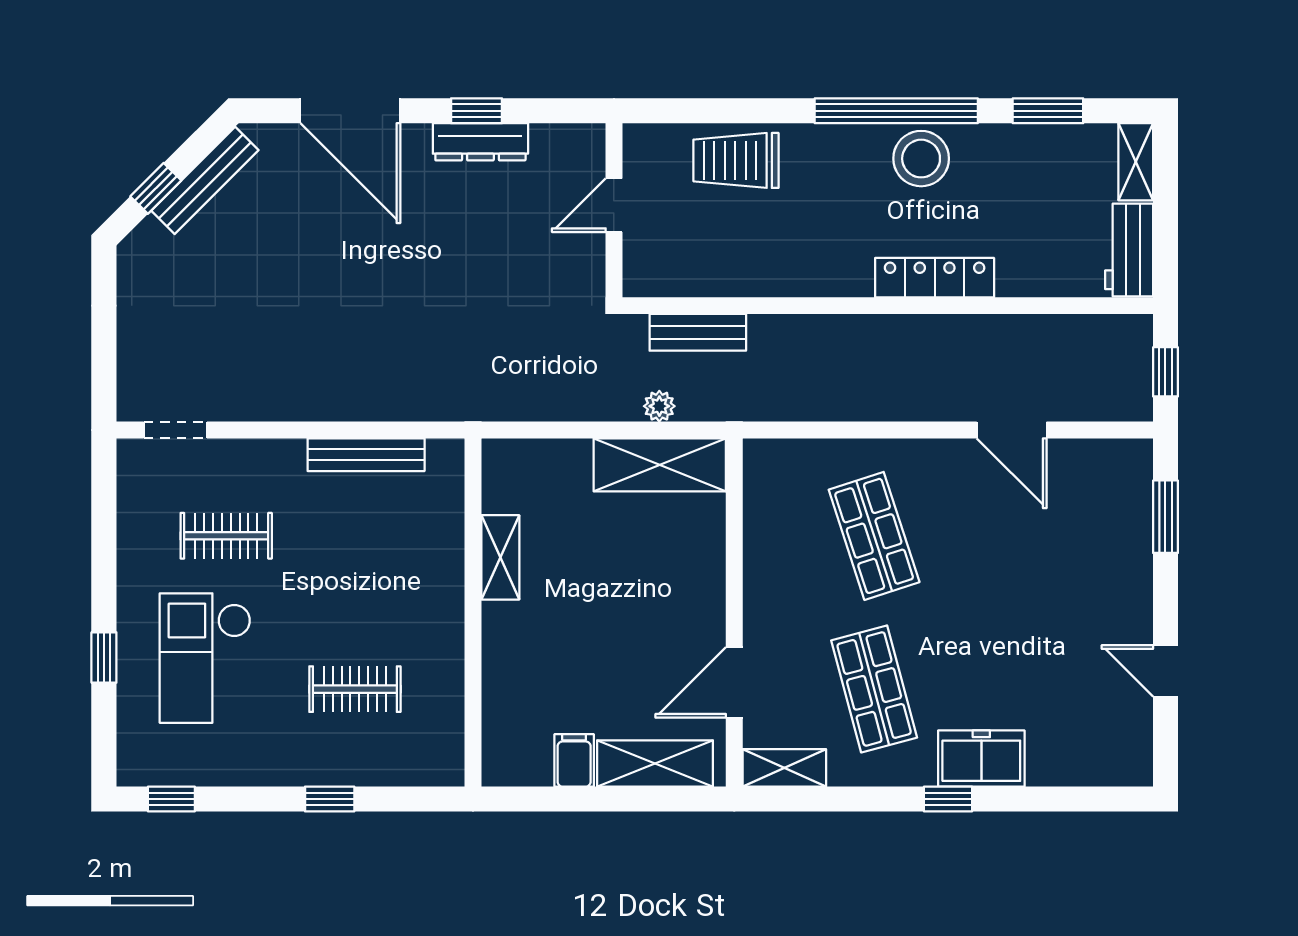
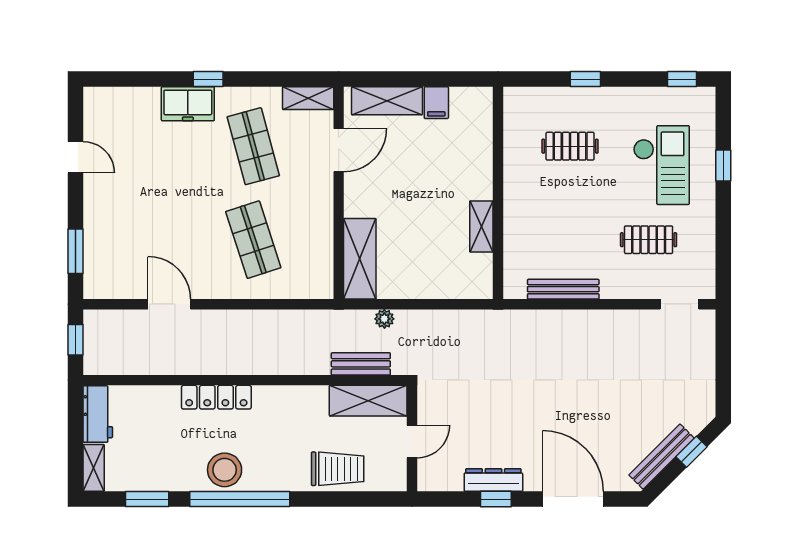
shelving: (686, 272) -> (368, 401), added
shelving: (660, 465) -> (360, 259), moved, turned 90

